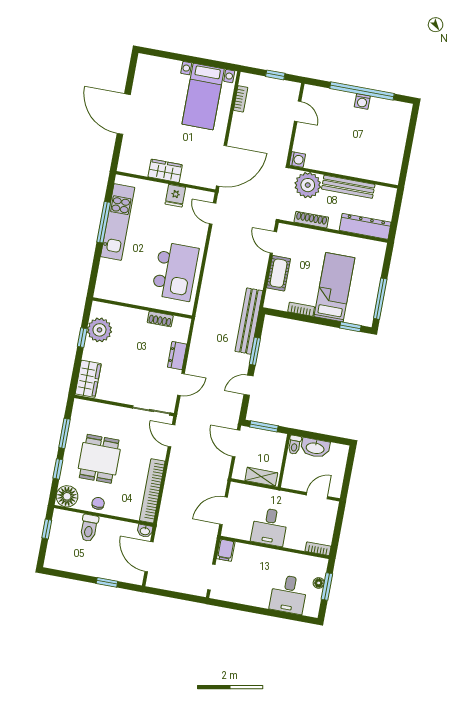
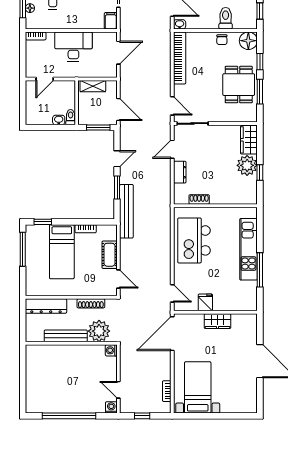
washing machine: (362, 101) -> (111, 407), moved
kitchen unit: (118, 222) -> (248, 249), moved
plant: (99, 330) -> (247, 165), moved
washbasin: (315, 448) -> (59, 120), width x0.52, depth x0.69
dining table: (99, 459) -> (239, 85), moved
desk: (270, 527) -> (73, 46), width x1.37

